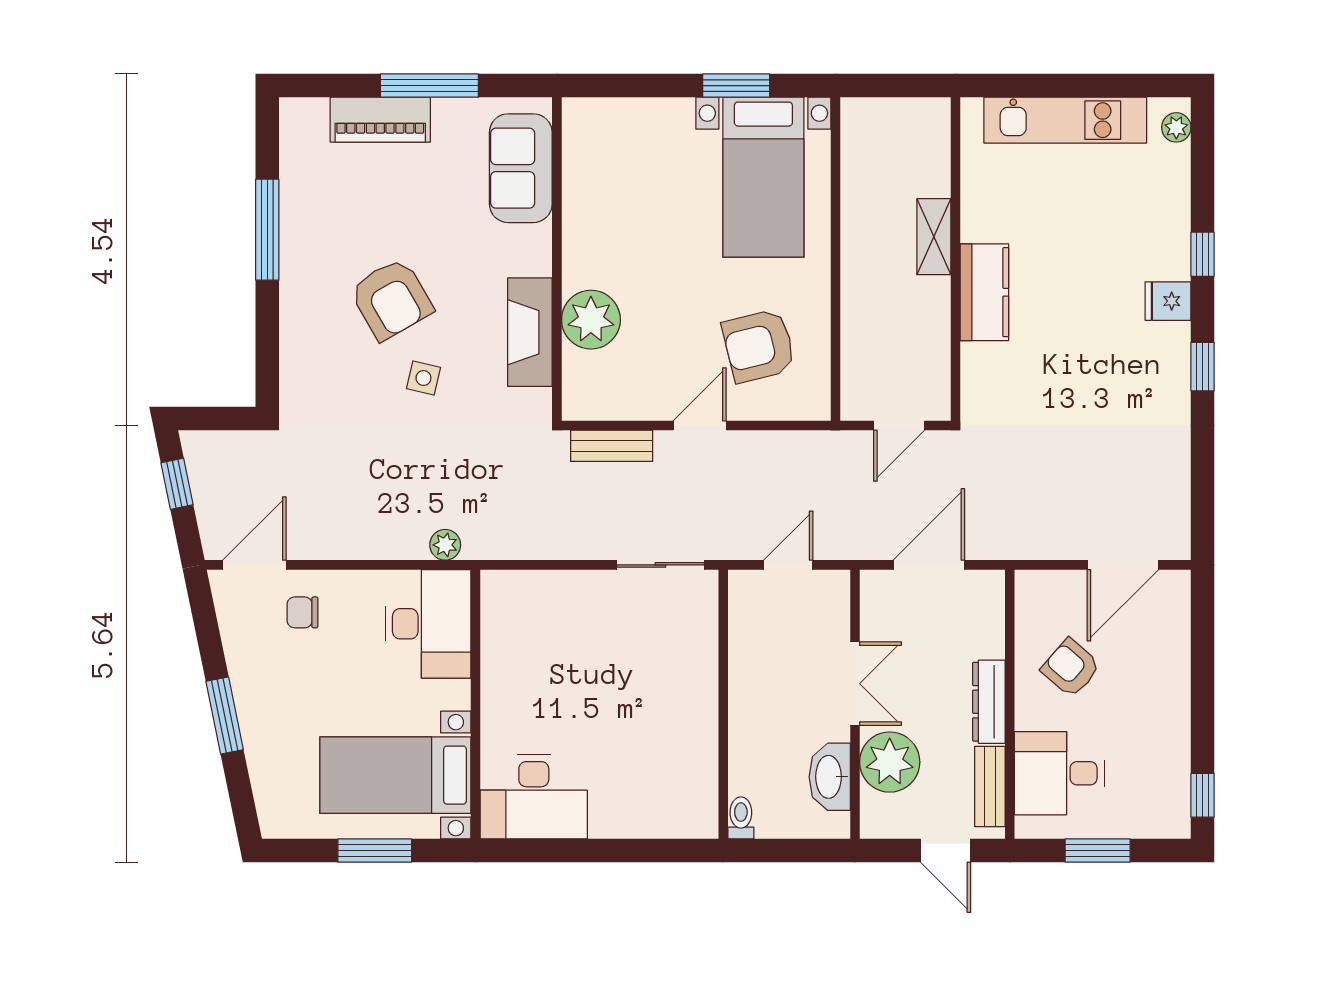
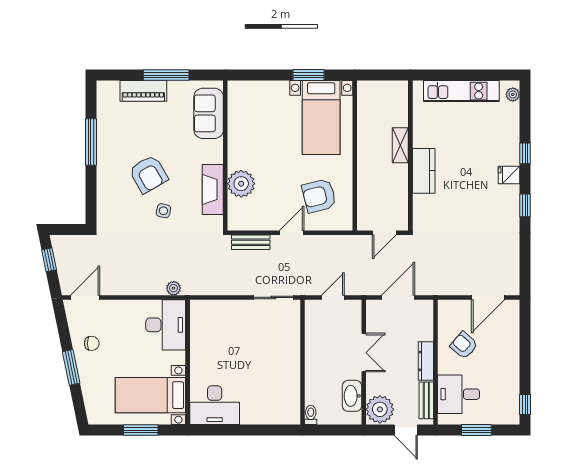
chair: (302, 612) -> (92, 343), moved, turned 180
plant: (890, 762) -> (380, 409), moved

